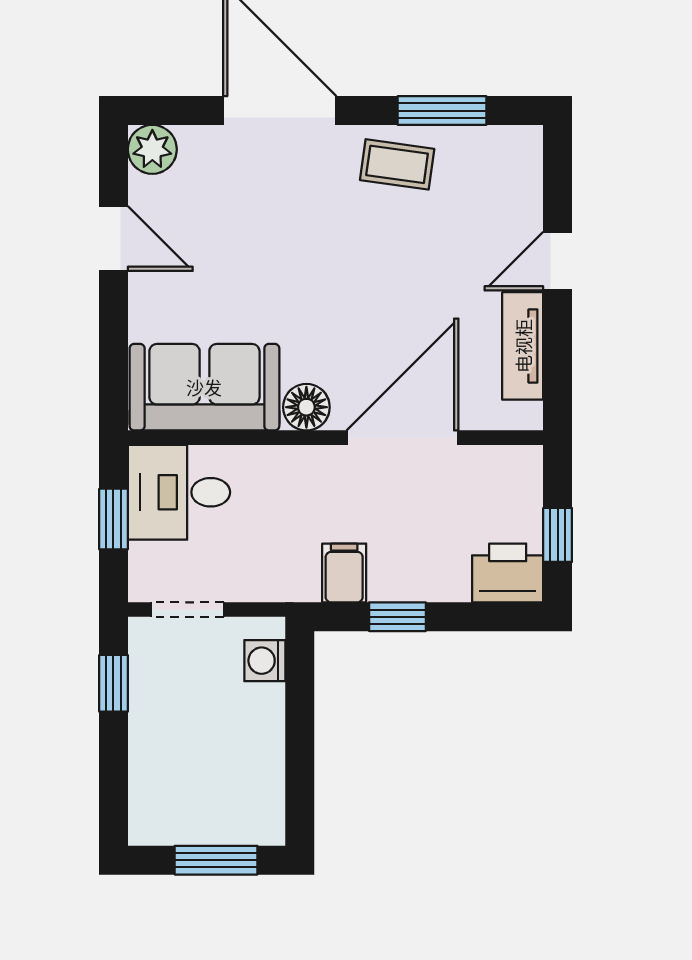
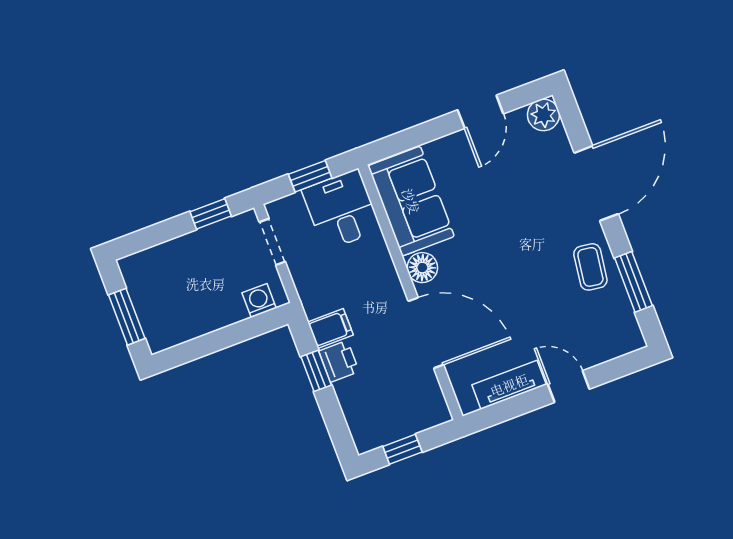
printer: (508, 573) -> (339, 361), moved, width x0.73, depth x0.81

